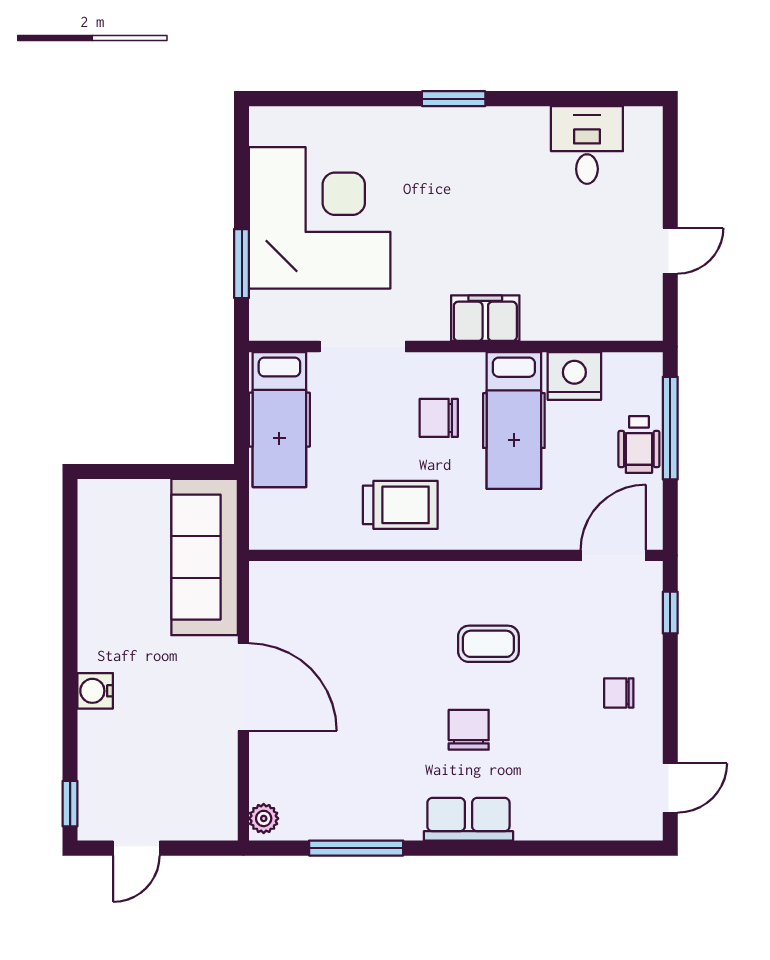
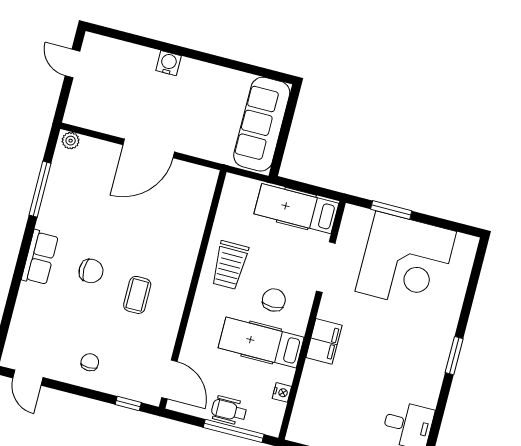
nightstand: (574, 376) -> (282, 392), width x0.53, depth x0.56
sofa: (205, 557) -> (262, 124), moved, turned -90
window: (70, 804) -> (108, 32), removed

